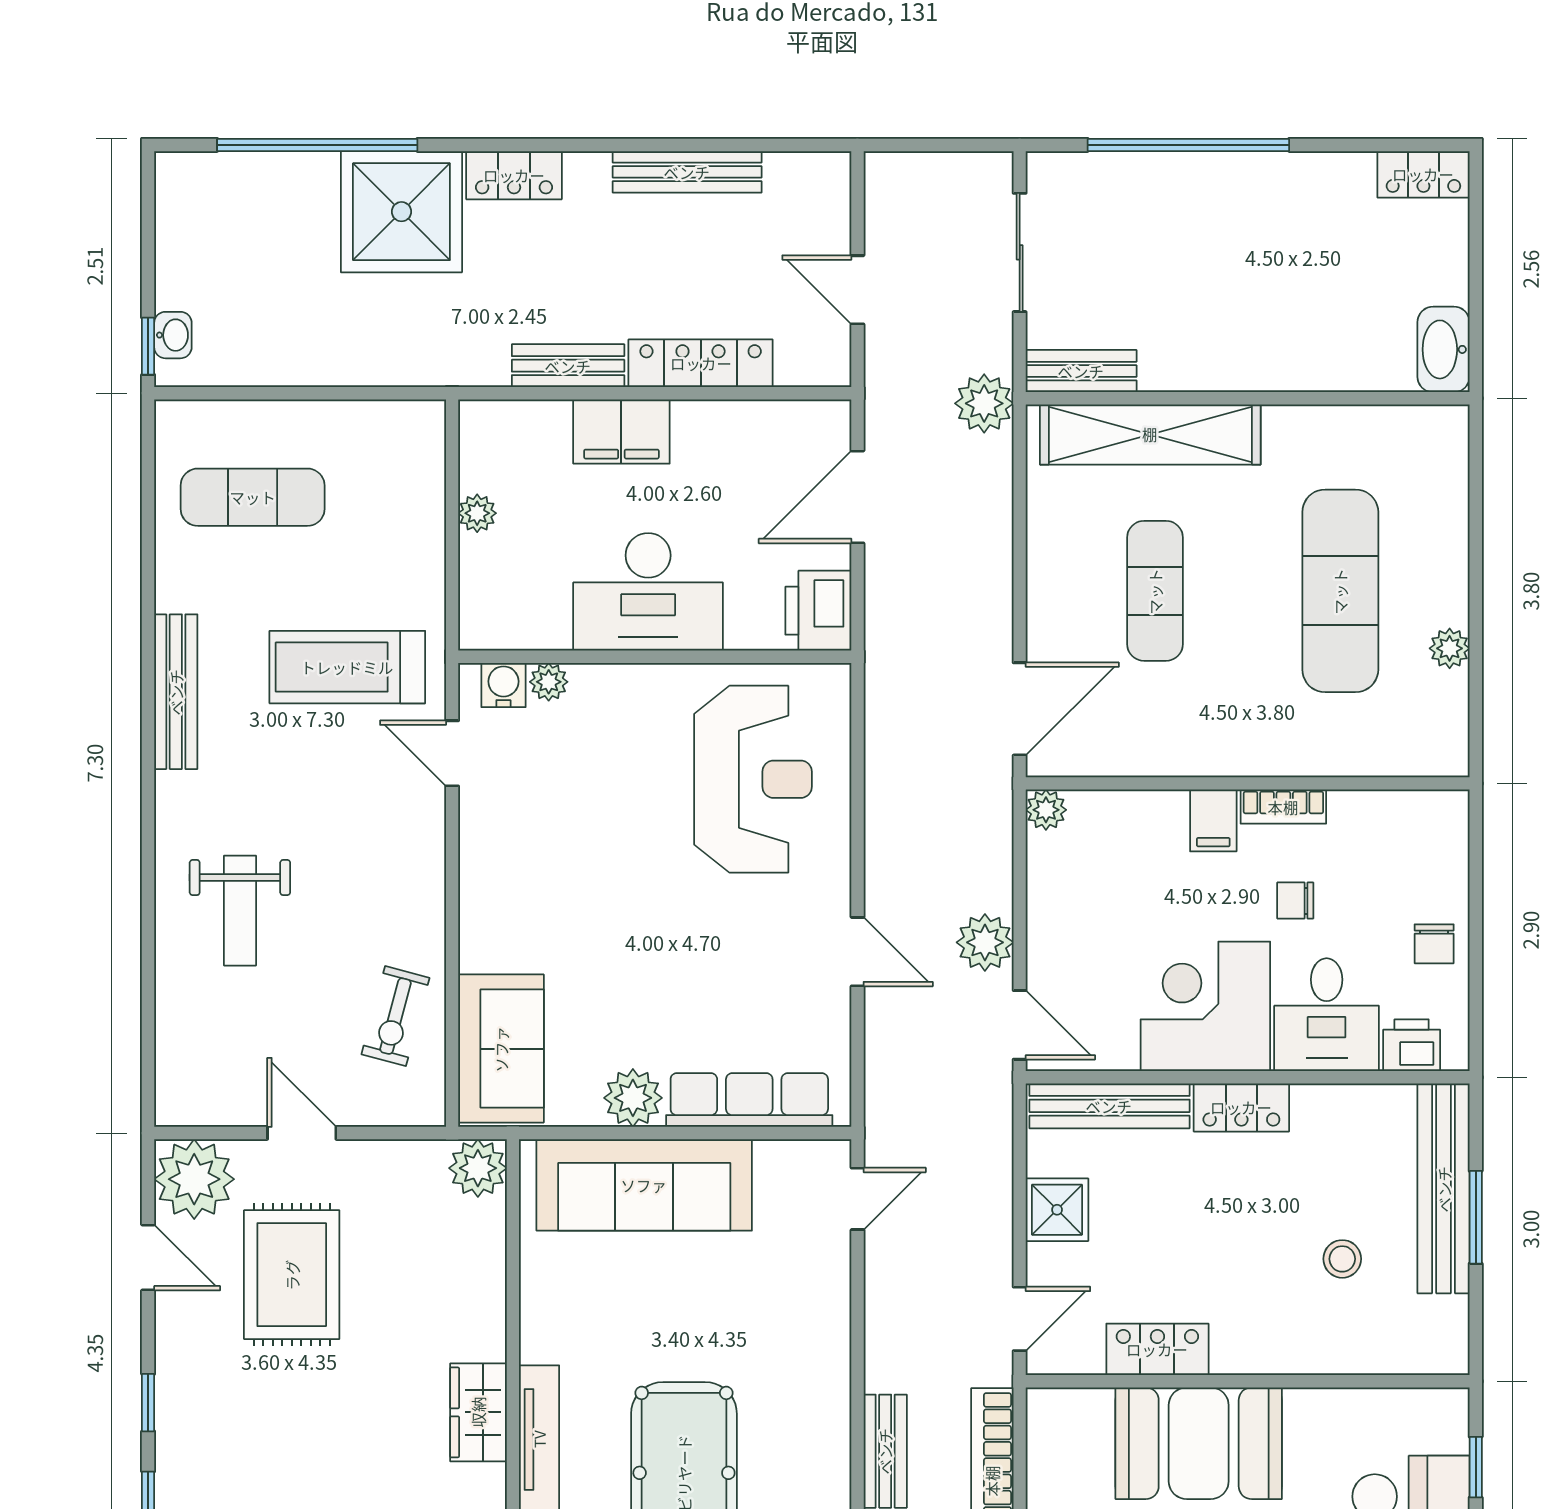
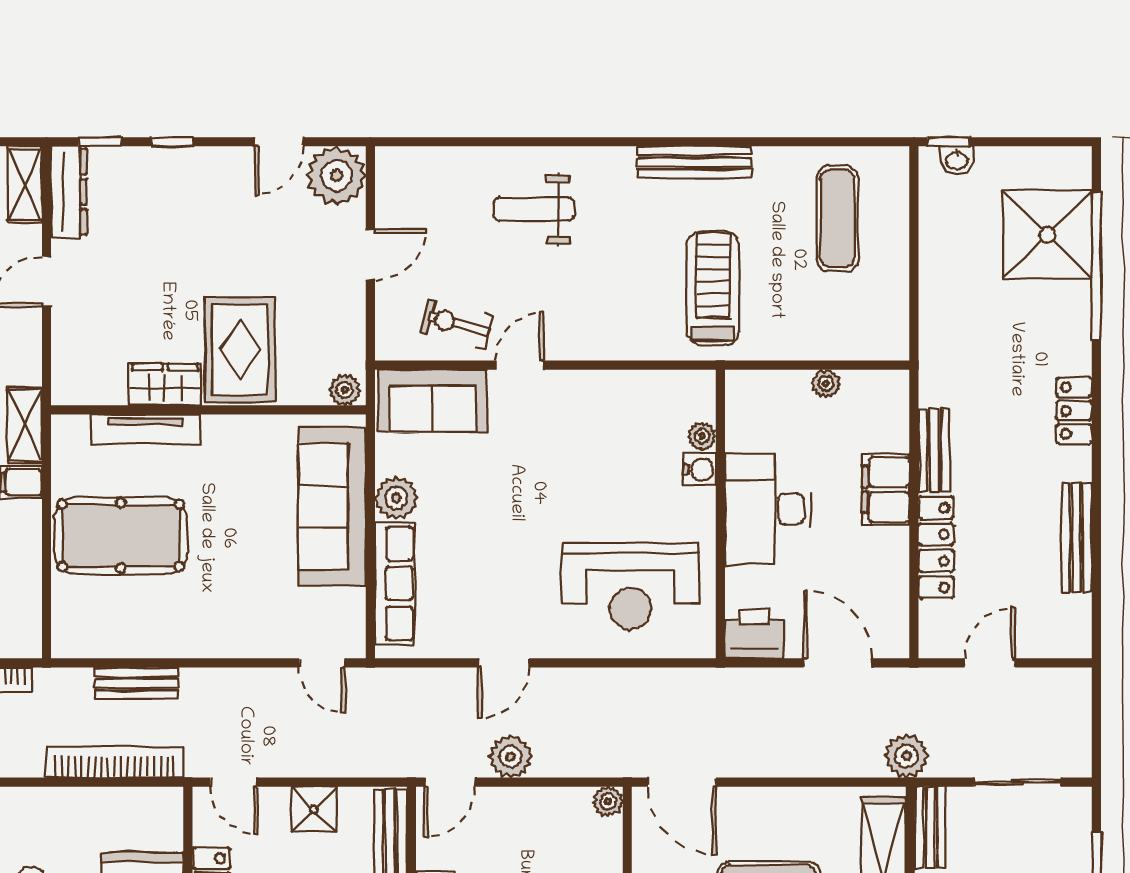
shower: (401, 212) -> (1047, 235), moved
water cooler: (503, 685) -> (700, 469), moved
door: (452, 753) -> (519, 365), moved
plant: (478, 1168) -> (345, 390), width x0.73, depth x0.73
rug: (292, 1275) -> (240, 350), moved, turned 90

